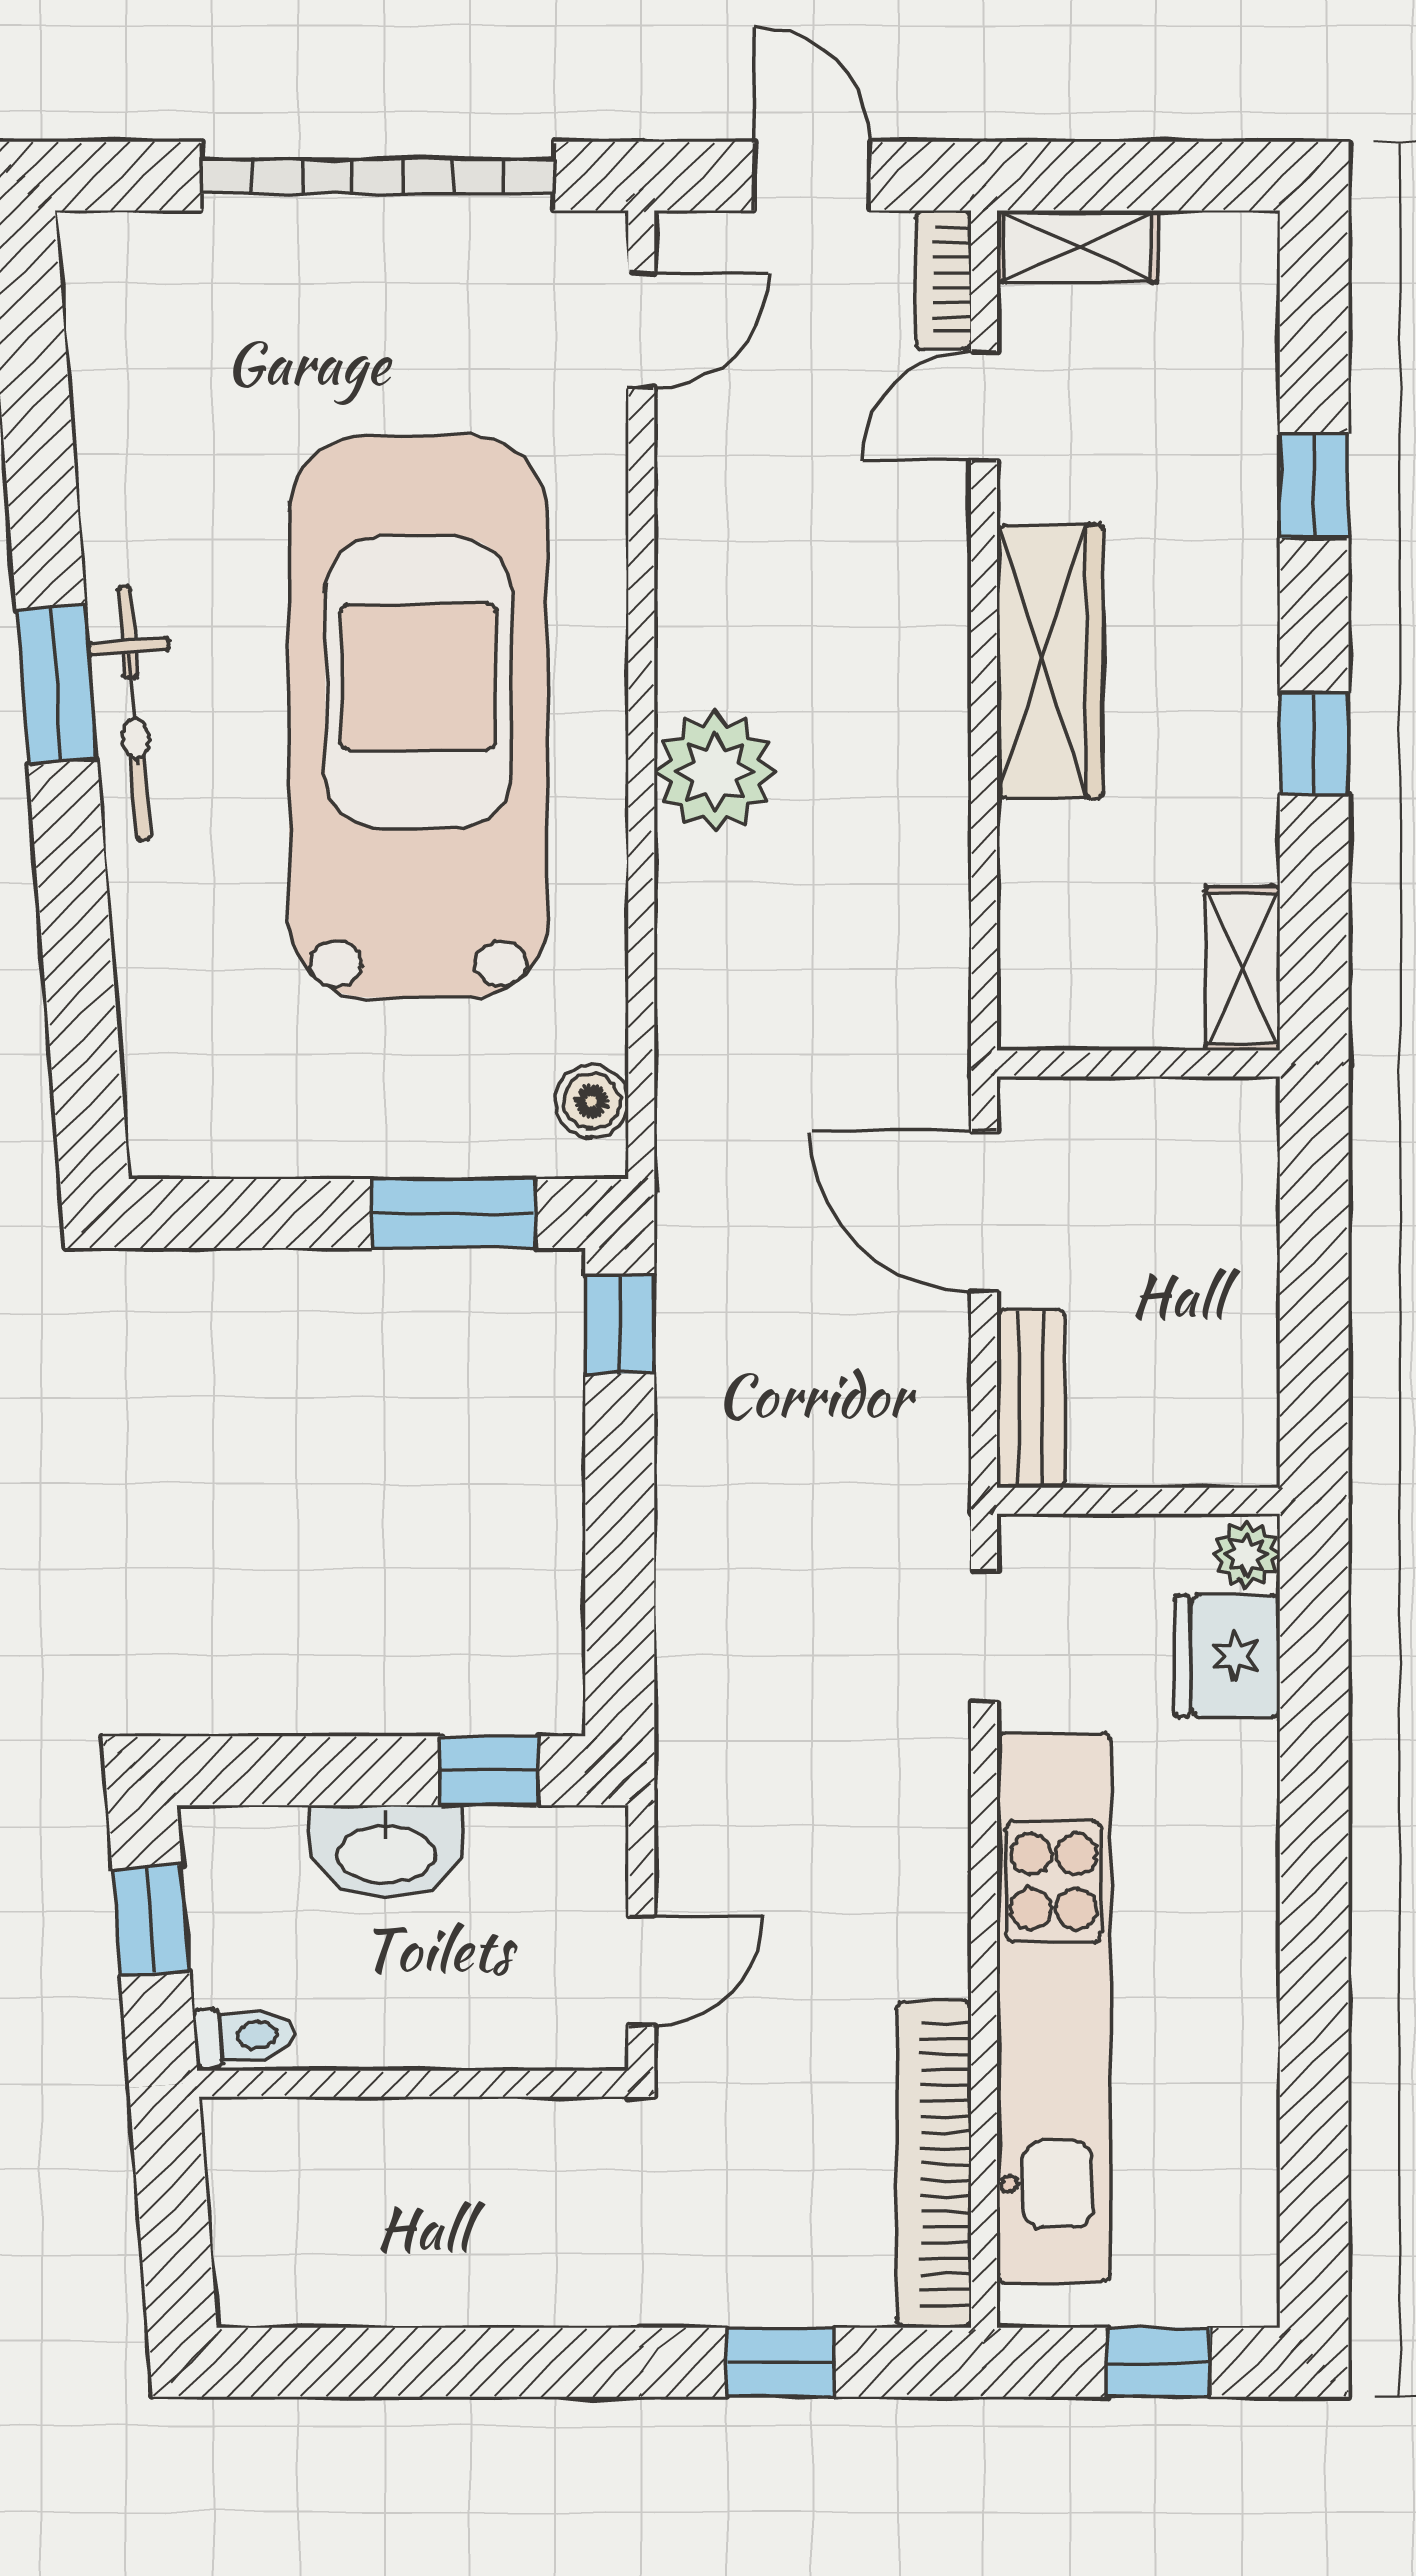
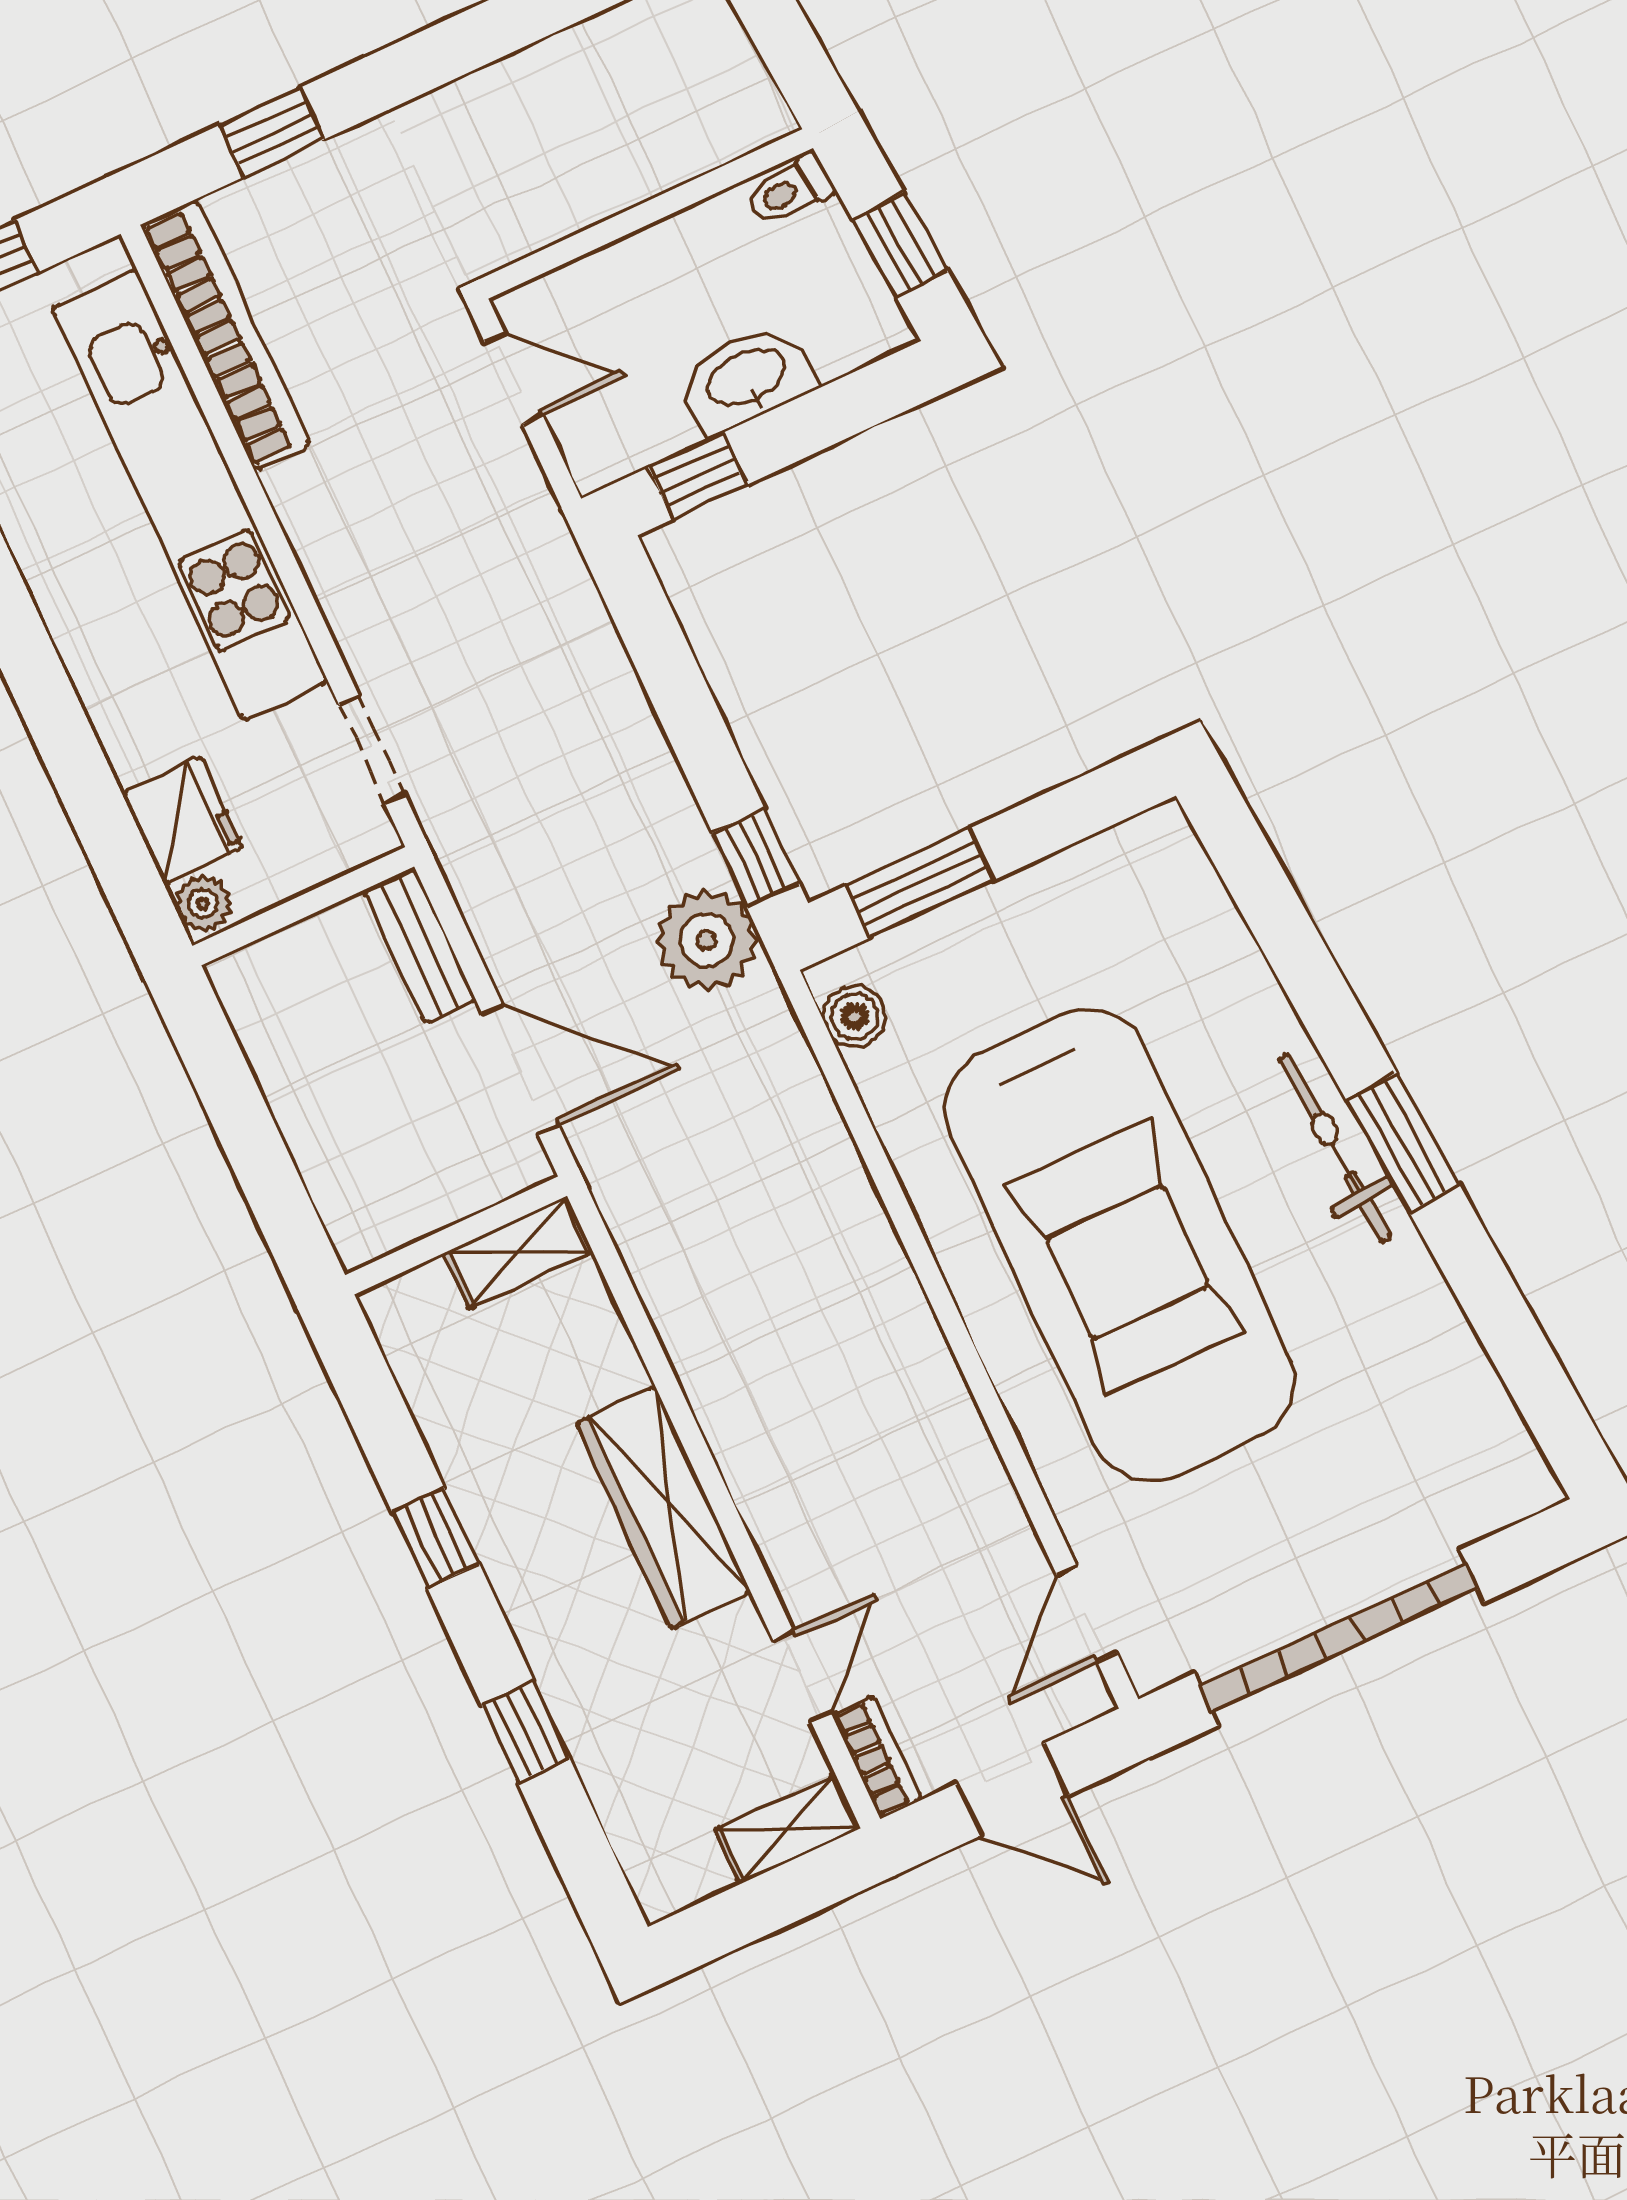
plant: (715, 771) -> (707, 940), moved
shelving: (1243, 968) -> (518, 1252), moved, turned 90
door: (641, 1970) -> (514, 379), swing flipped

